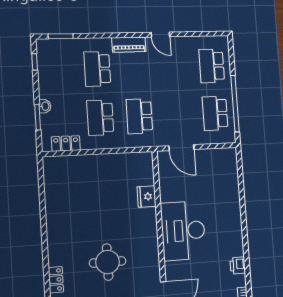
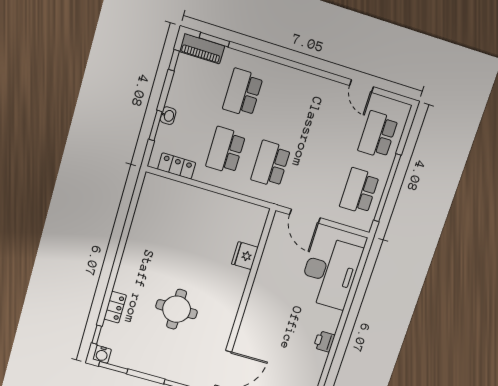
door: (160, 35) -> (362, 86), moved
piano: (129, 45) -> (202, 49), moved
desk: (183, 231) -> (330, 273), moved, turned 180
printer: (238, 265) -> (324, 341), moved

